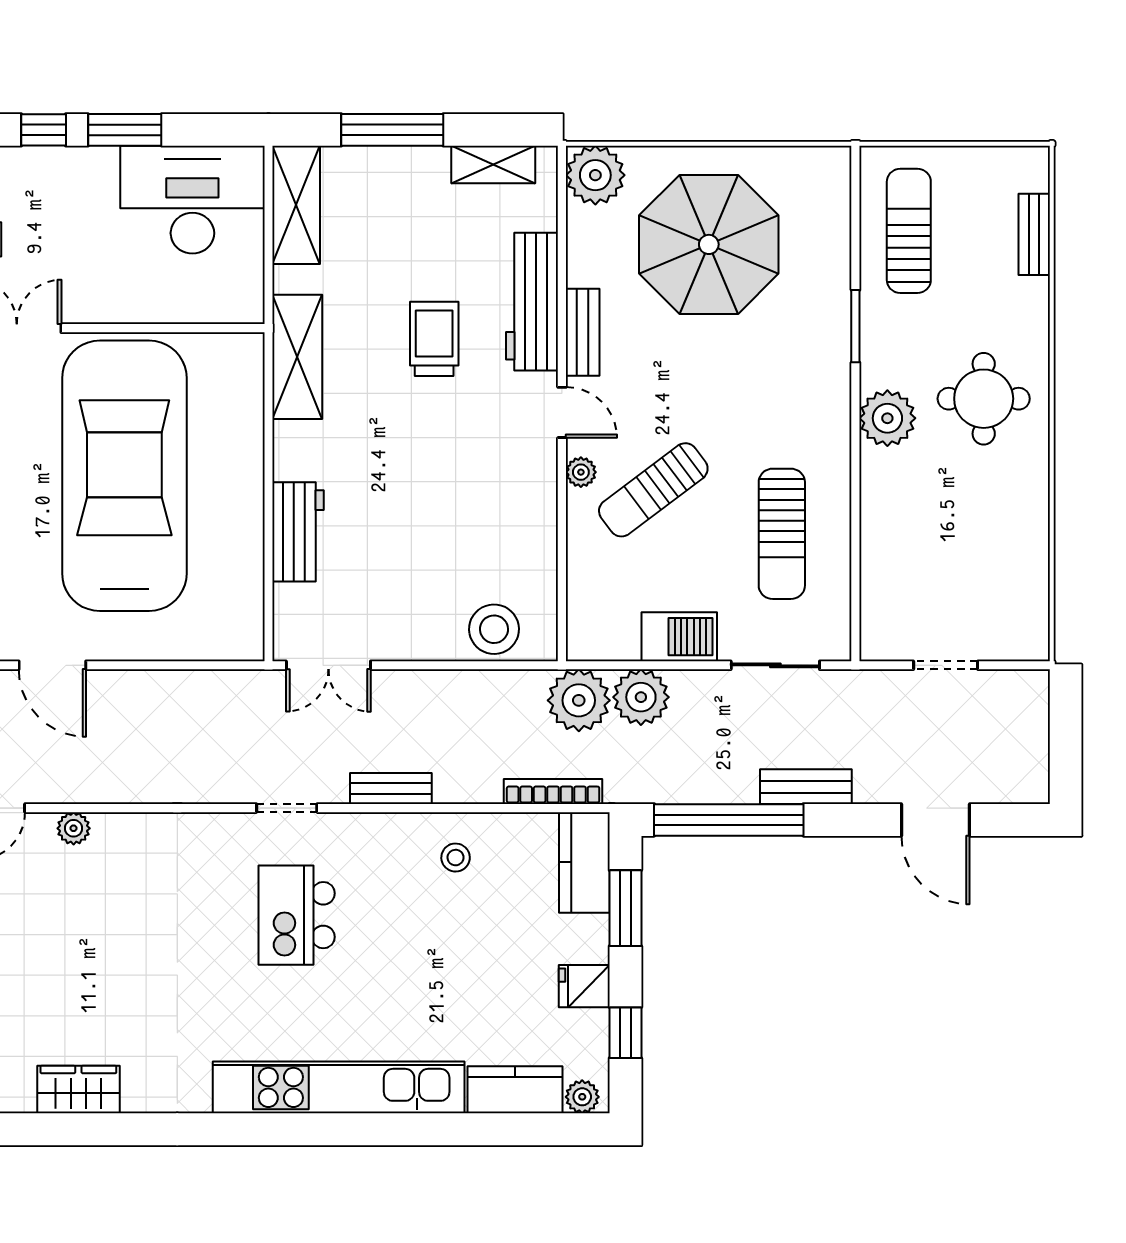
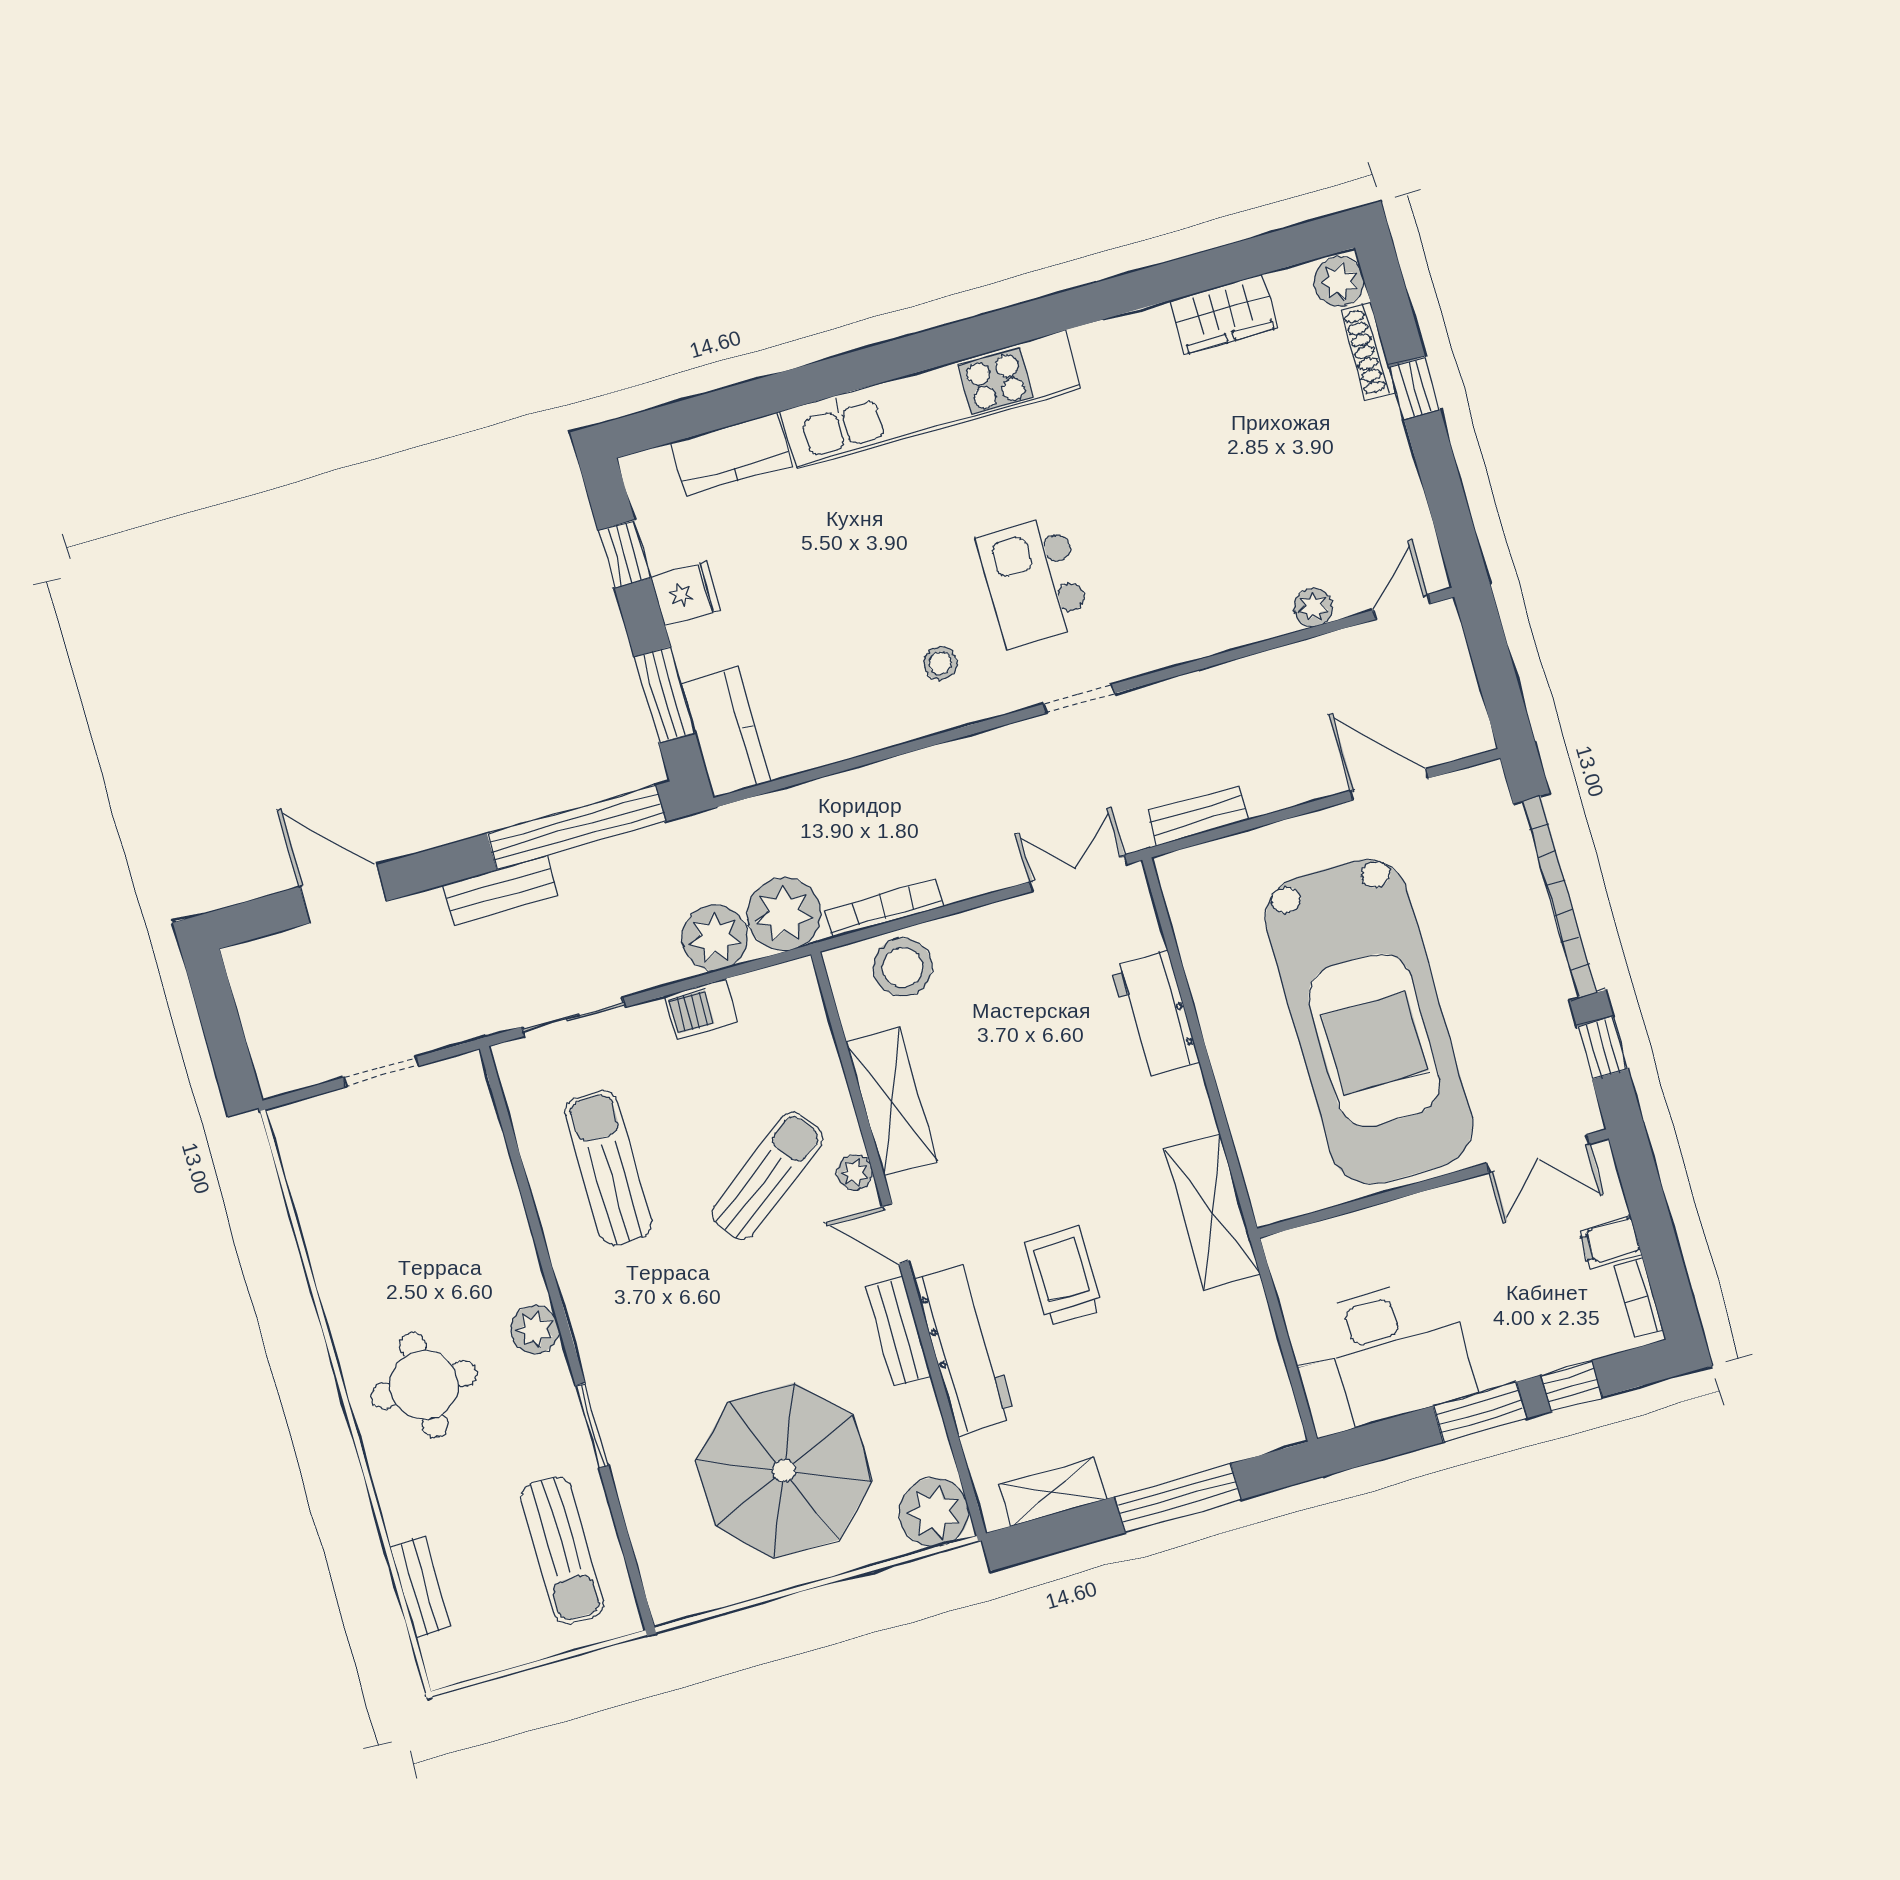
shelving: (296, 205) -> (892, 1102), moved
trolley: (434, 339) -> (1063, 1276), turned 180
plant: (887, 418) -> (535, 1329), width x0.73, depth x0.73
barbecue: (679, 637) -> (701, 1009), width x0.73, depth x0.79
bench: (391, 789) -> (1198, 815), moved
bookcase: (553, 791) -> (884, 908), moved, turned 180
stool: (456, 858) -> (940, 663), moved
kitchen island: (297, 915) -> (1033, 581), turned 180
plant: (582, 1097) -> (653, 468), removed

